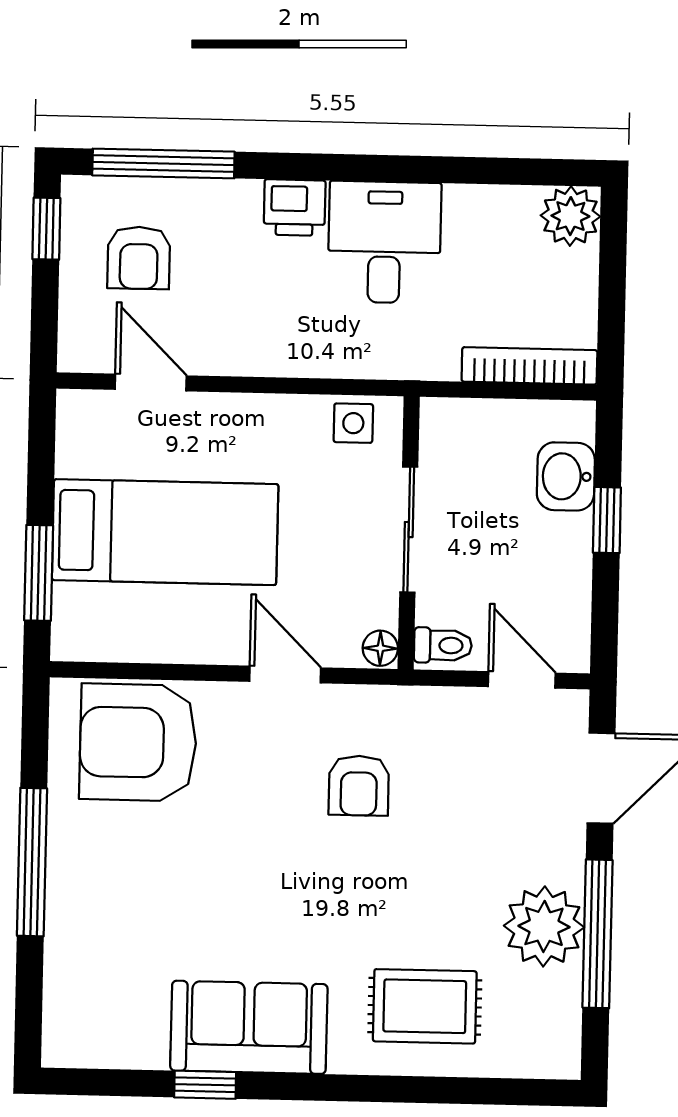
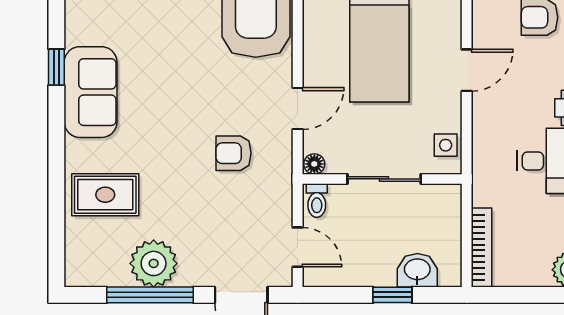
door: (151, 383) -> (467, 70), moved
door: (522, 680) -> (298, 247), hinge flipped
rug: (425, 1006) -> (105, 195), turned 90

